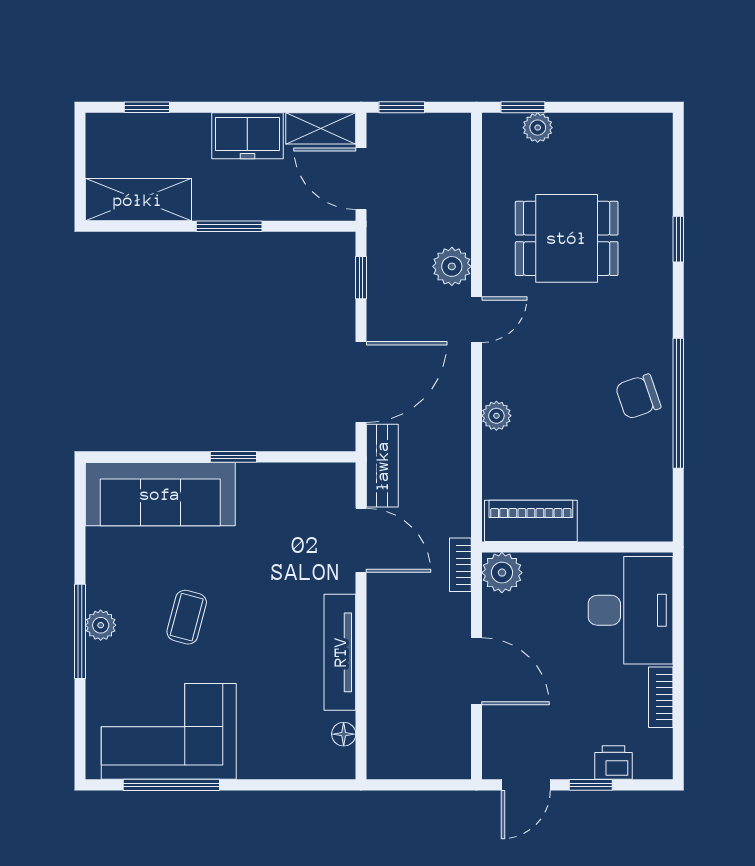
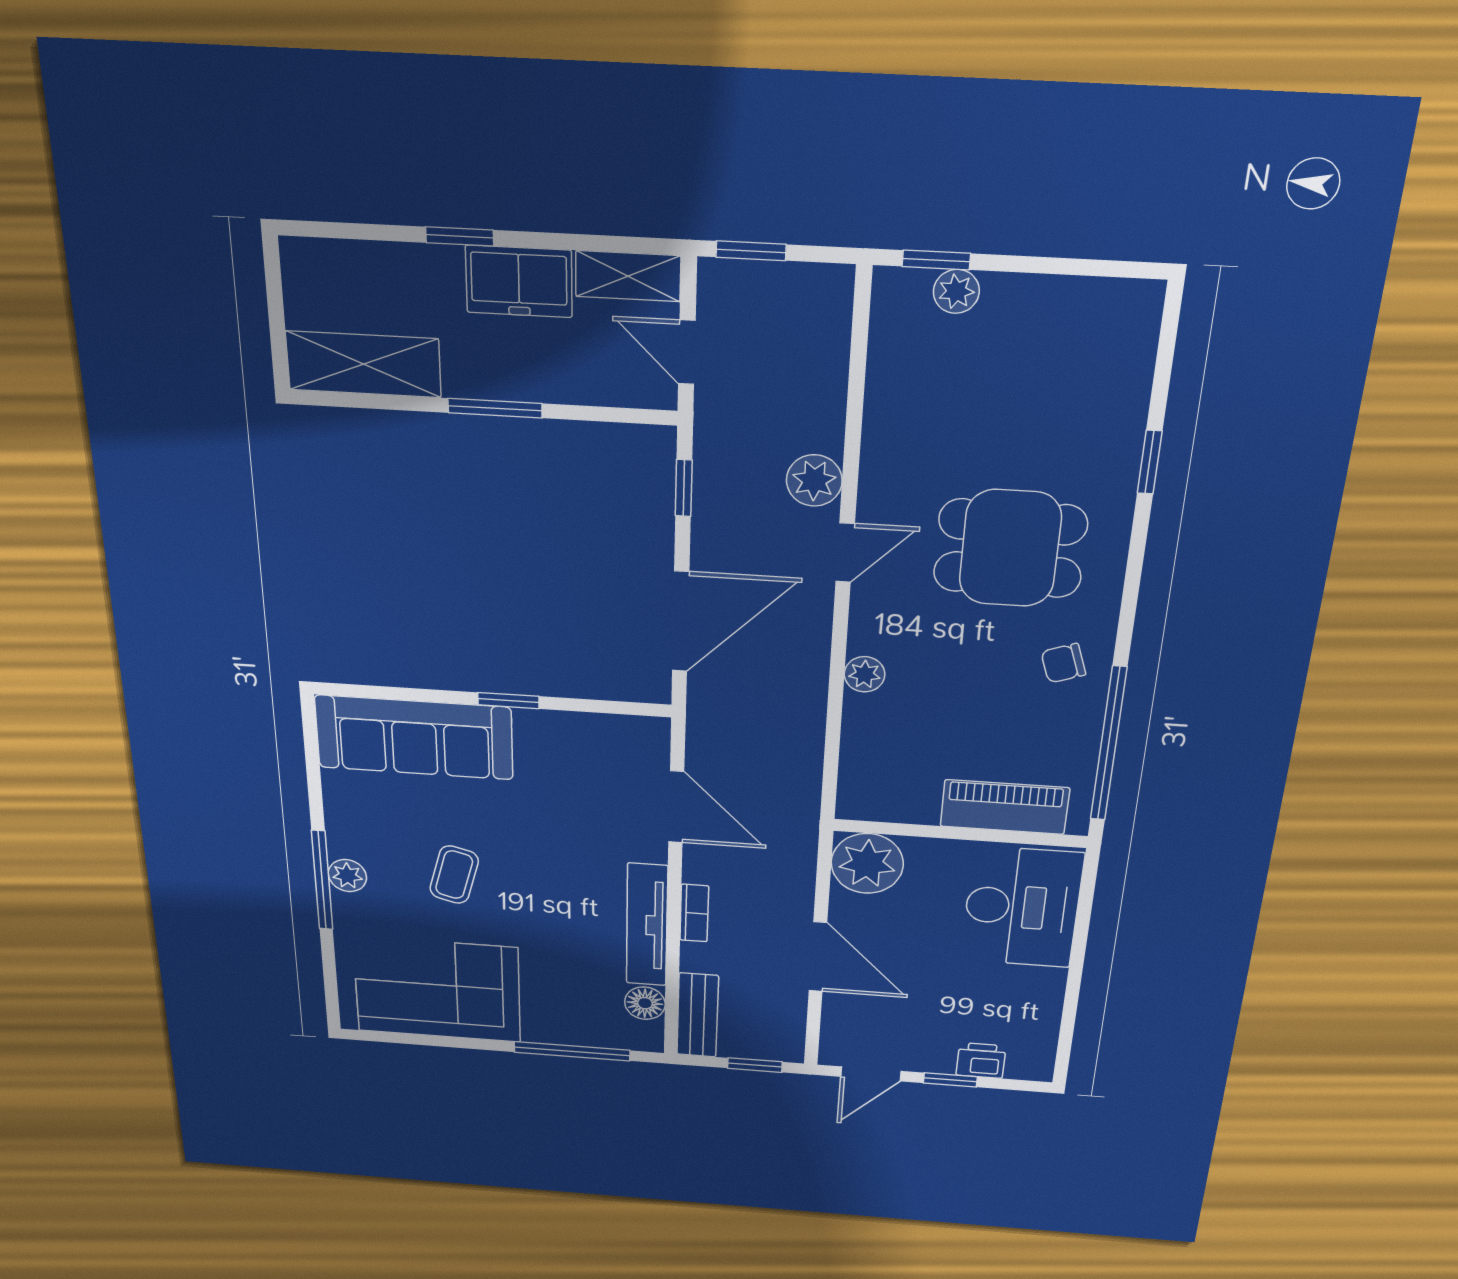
window: (147, 107) -> (460, 236), moved
door: (361, 179) -> (687, 352), width x0.73
dining table: (567, 238) -> (1010, 548), moved
chair: (638, 397) -> (1063, 663), width x0.73, depth x0.73
window: (678, 403) -> (1108, 744), moved
bench: (382, 466) -> (698, 1015), moved
piano: (531, 521) -> (1005, 807), moved
bookcase: (460, 565) -> (694, 913), moved, turned 180
plant: (502, 573) -> (867, 864), width x1.36, depth x1.36
bookcase: (661, 697) -> (1049, 1000), removed
floor lamp: (344, 734) -> (645, 1003), width x1.37, depth x1.37
window: (171, 785) -> (572, 1051), moved
window: (431, 785) -> (755, 1065), added

